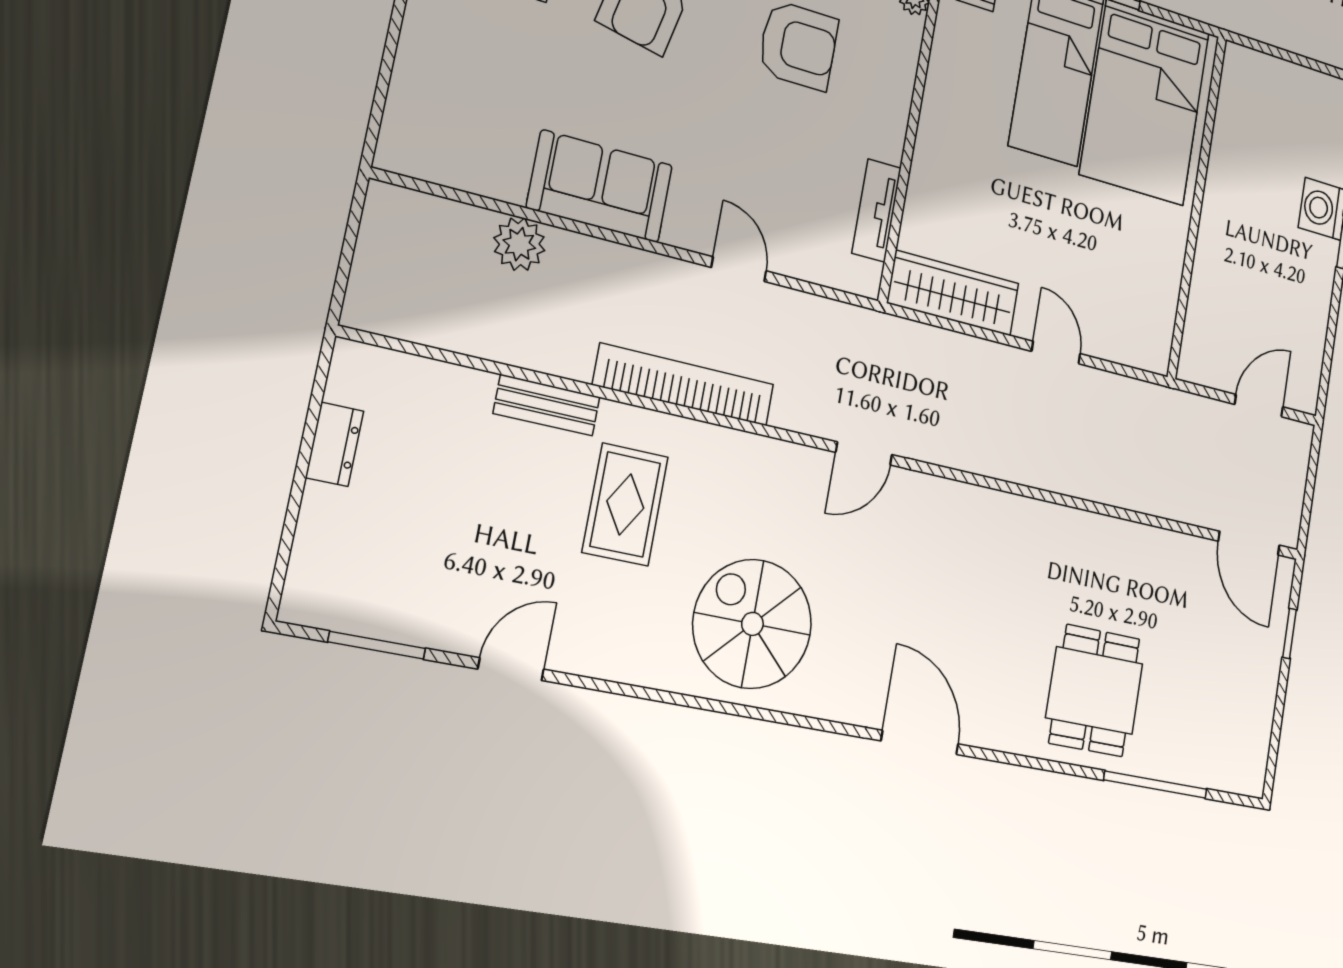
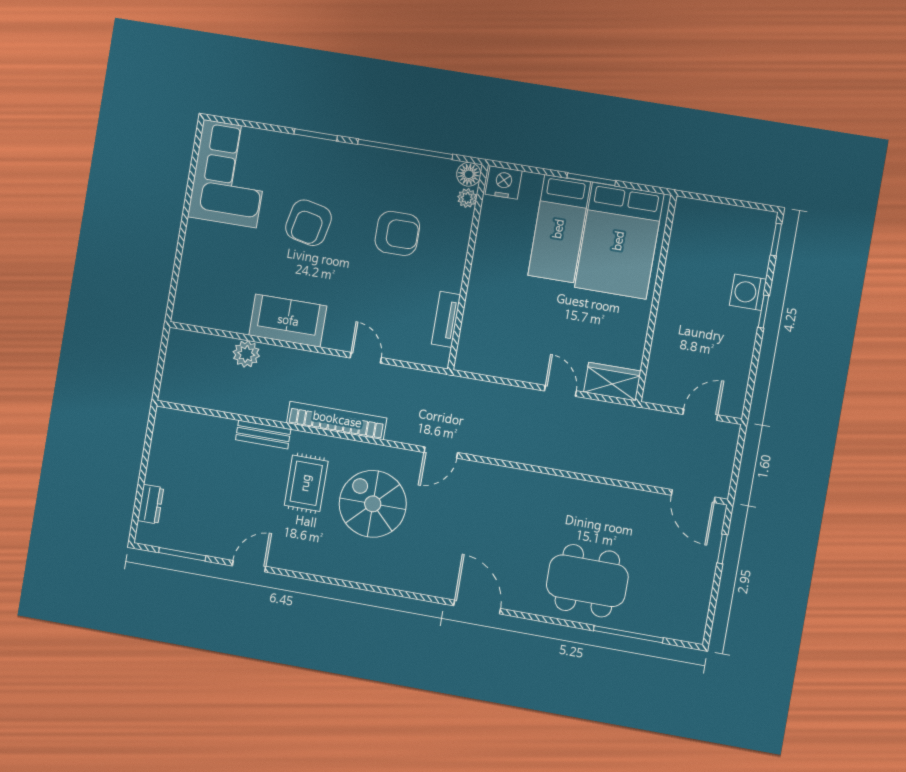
wardrobe: (953, 293) -> (612, 382), moved, width x0.67
dresser: (335, 444) -> (151, 504), moved
spiral stairs: (752, 624) -> (373, 504), moved
dining table: (1094, 691) -> (587, 581), width x1.38

